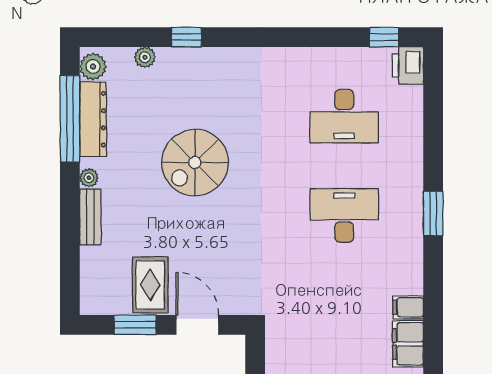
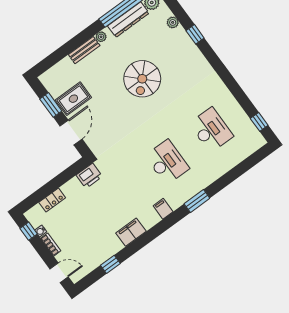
printer: (408, 66) -> (89, 176), moved, turned 180
desk: (344, 116) -> (211, 130), turned 180
spiral stairs: (195, 163) -> (142, 79), turned -90
filing cabinet: (408, 307) -> (163, 209), moved

